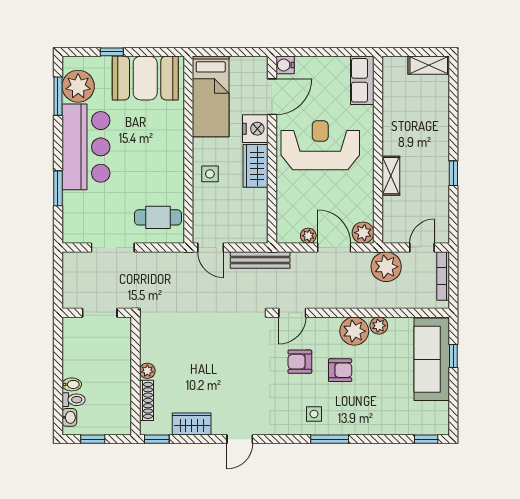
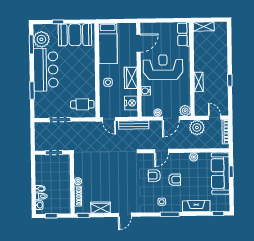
water cooler: (285, 65) -> (146, 91), moved
shelving: (429, 65) -> (204, 27), moved
nightstand: (255, 129) -> (131, 103), moved
door: (334, 248) -> (171, 118), swing flipped
door: (422, 248) -> (215, 118), hinge flipped
door: (292, 313) -> (161, 151), moved
plant: (354, 331) -> (181, 160), removed
fireplace: (383, 424) -> (196, 206), added

